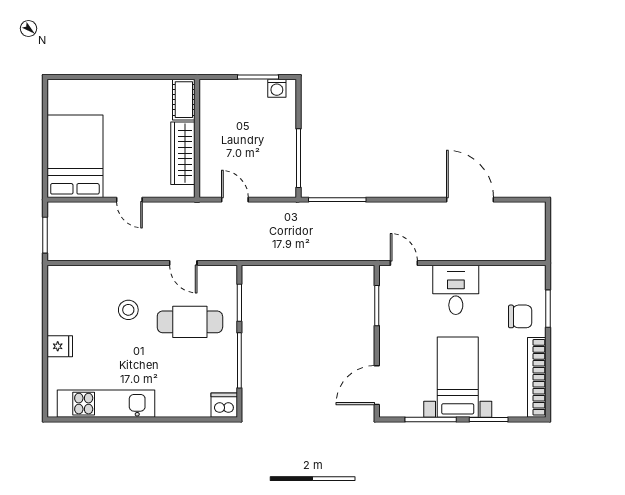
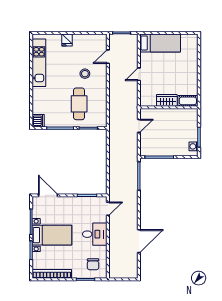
wardrobe: (183, 153) -> (167, 100), width x0.67
bed: (75, 156) -> (160, 43), width x0.67
door: (183, 263) -> (108, 57), moved
chair: (520, 316) -> (93, 264), moved

